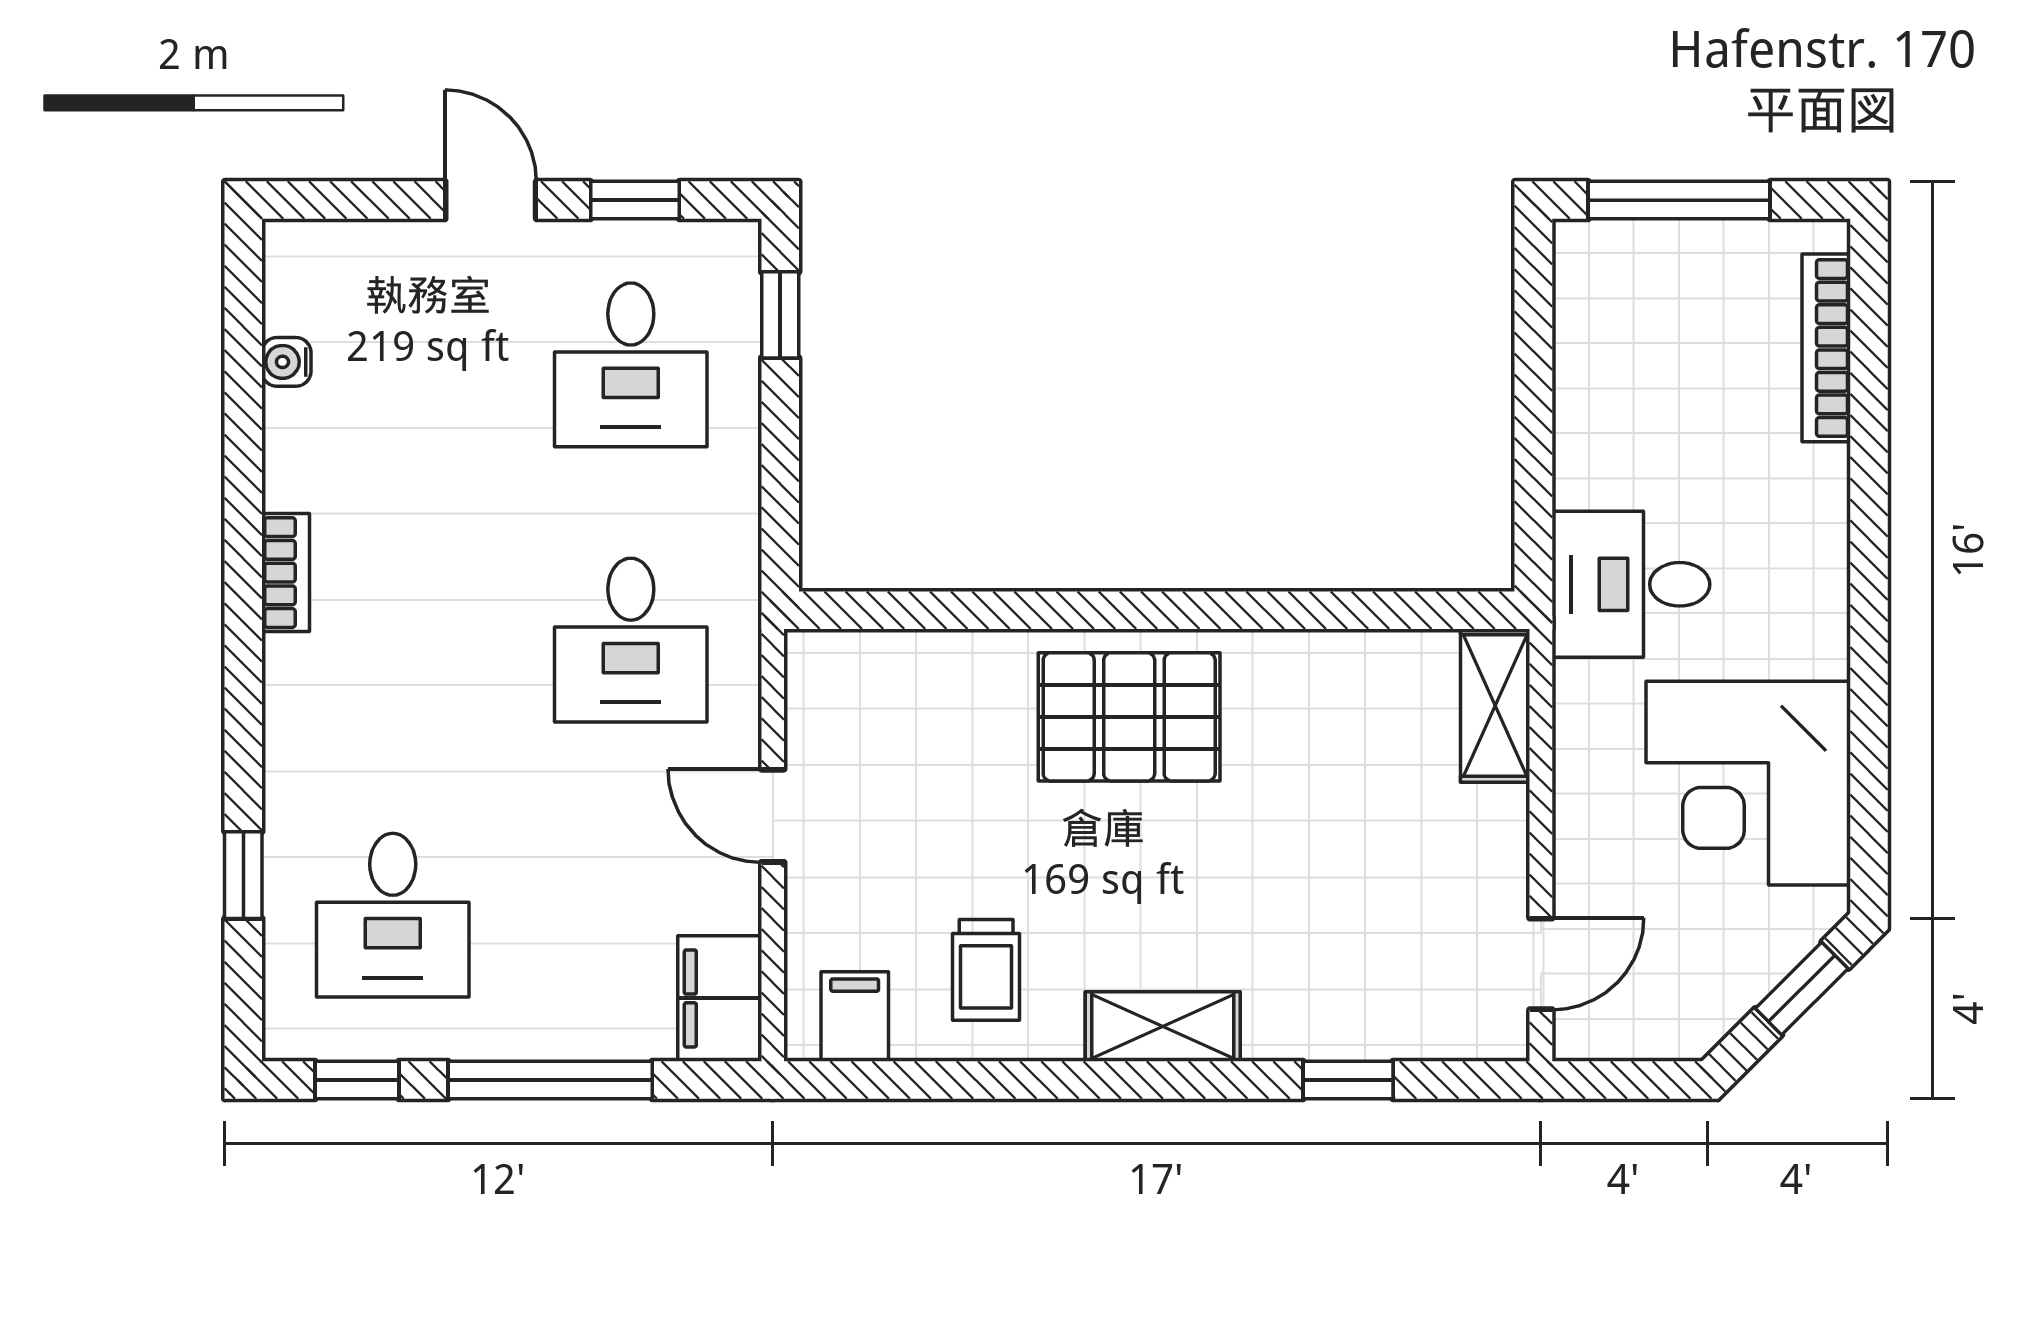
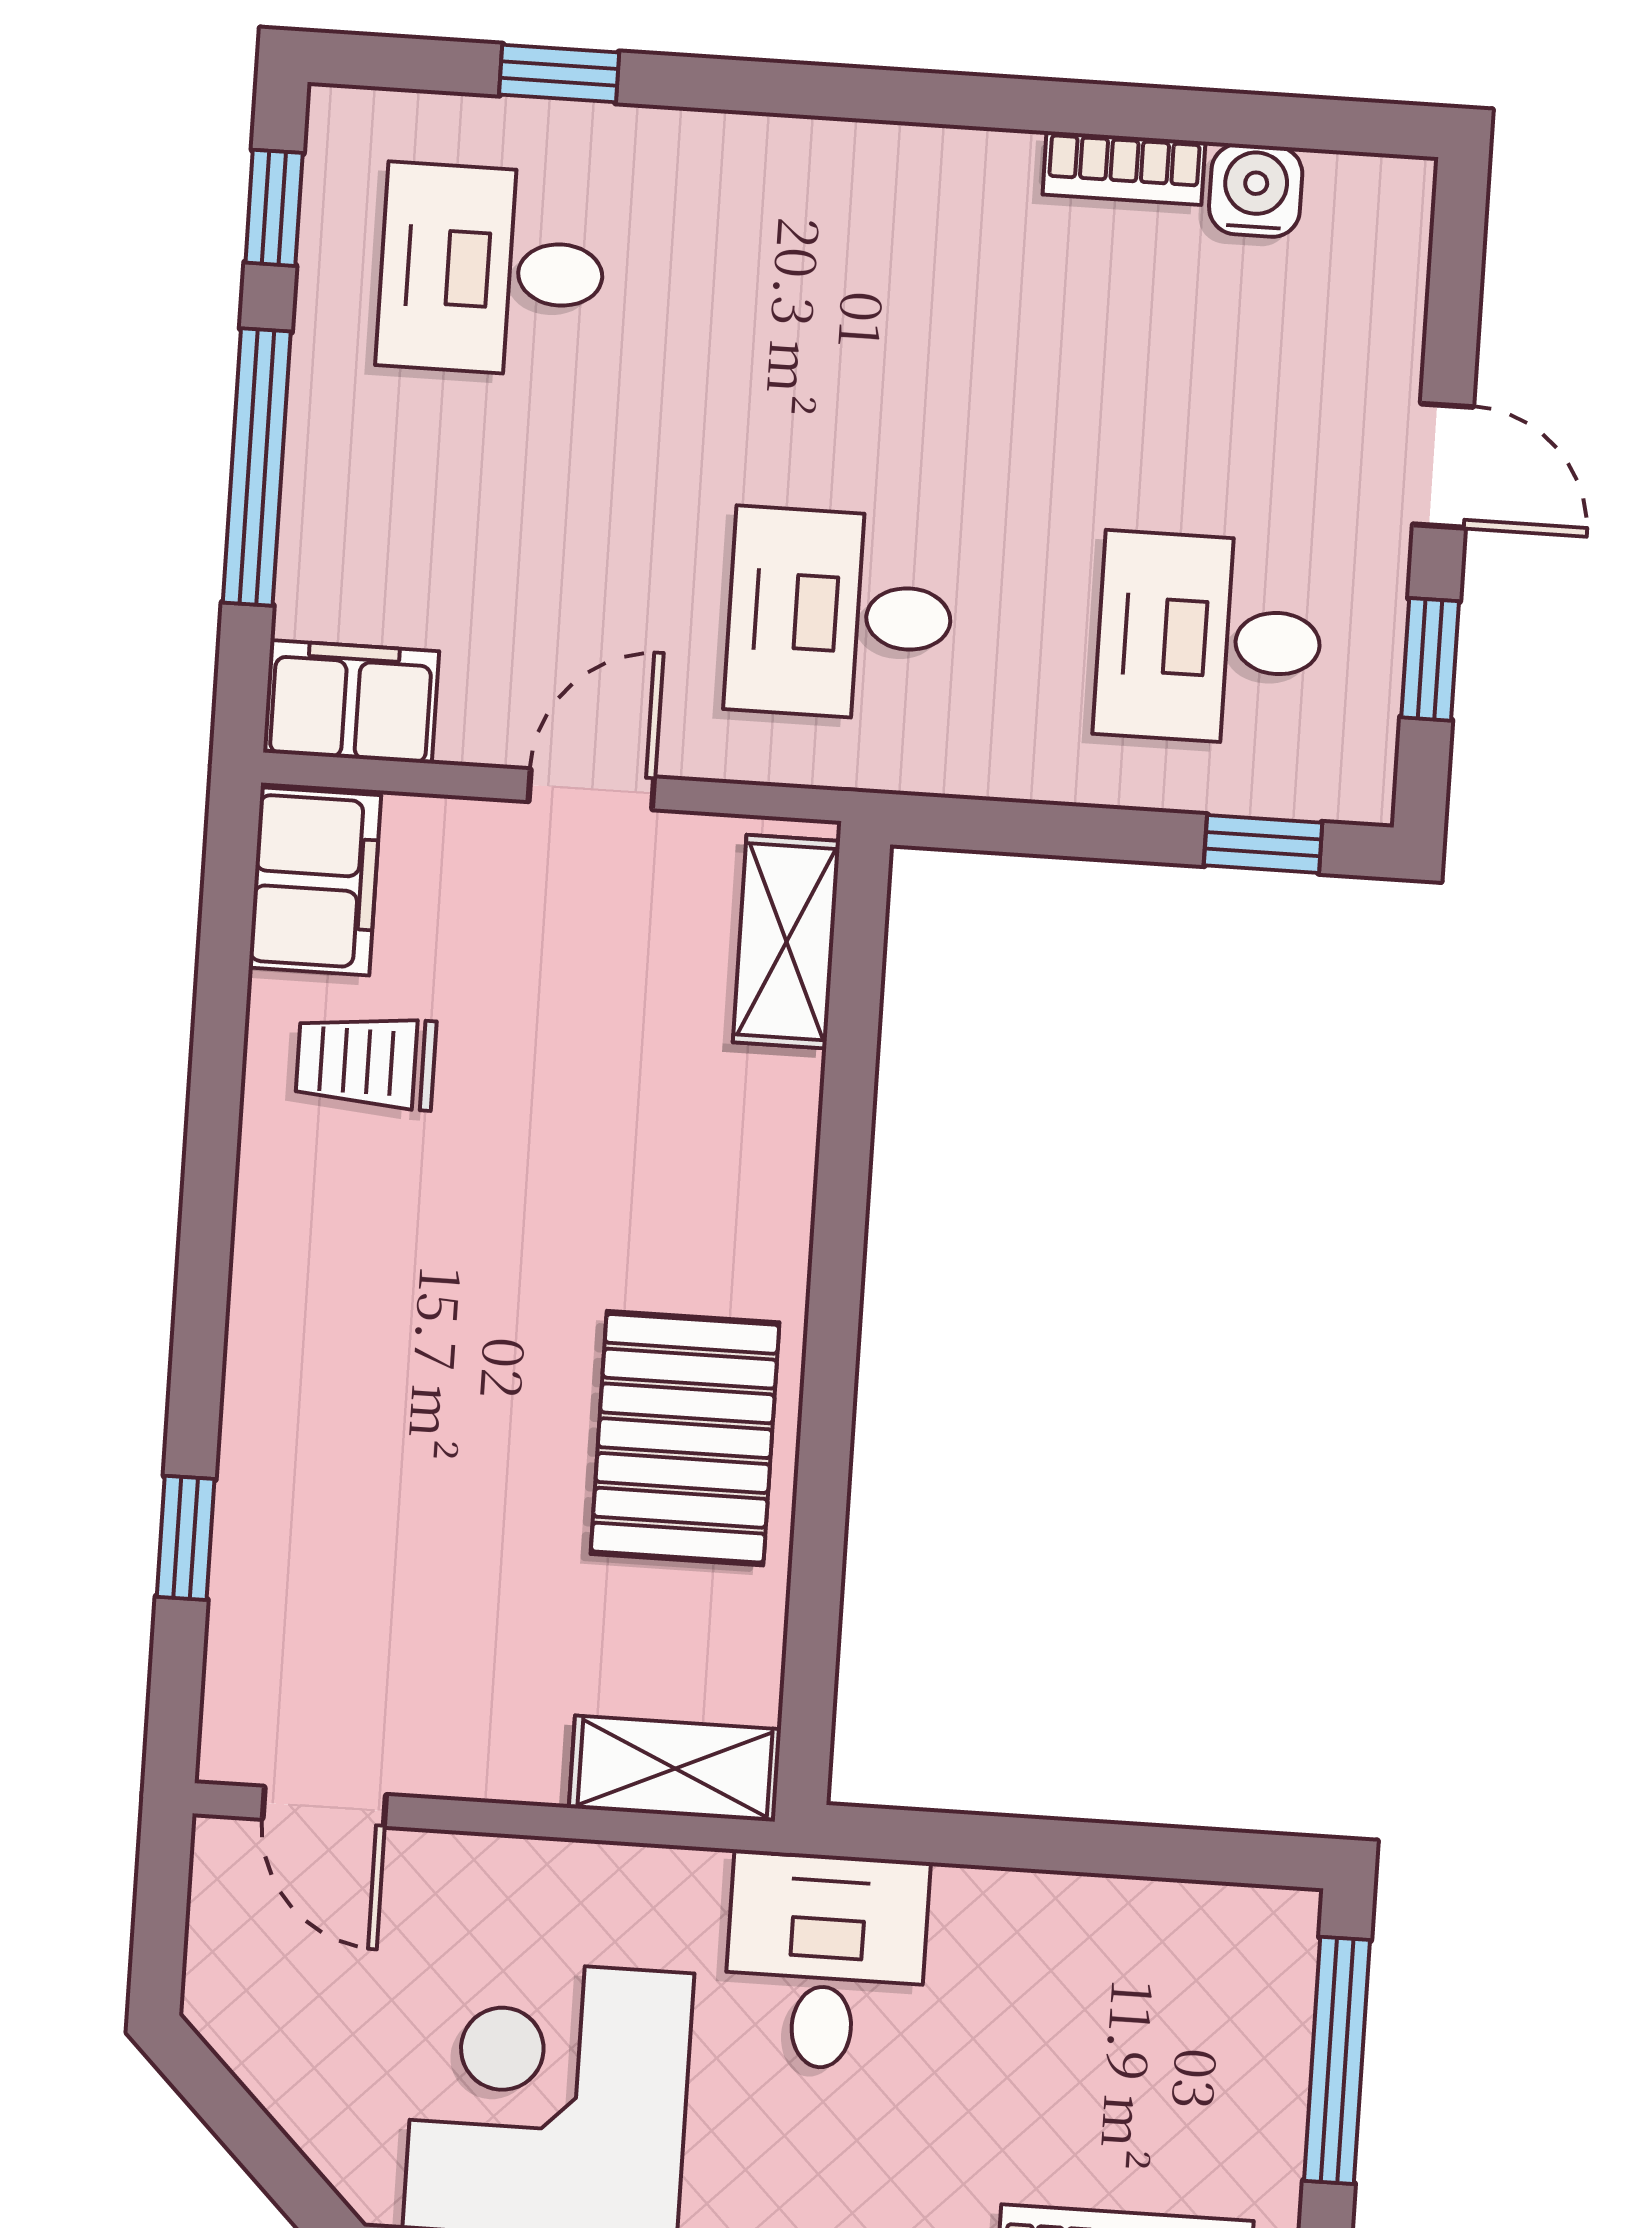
door: (491, 200) -> (1443, 466), hinge flipped
water cooler: (286, 362) -> (1256, 190), width x1.38, depth x1.38
bookcase: (286, 573) -> (1124, 168), moved
pallet: (1129, 717) -> (685, 1438), moved
window: (1802, 988) -> (268, 2155), removed
filing cabinet: (855, 1016) -> (315, 881), width x2.00
shelving: (1163, 1027) -> (786, 942), moved

